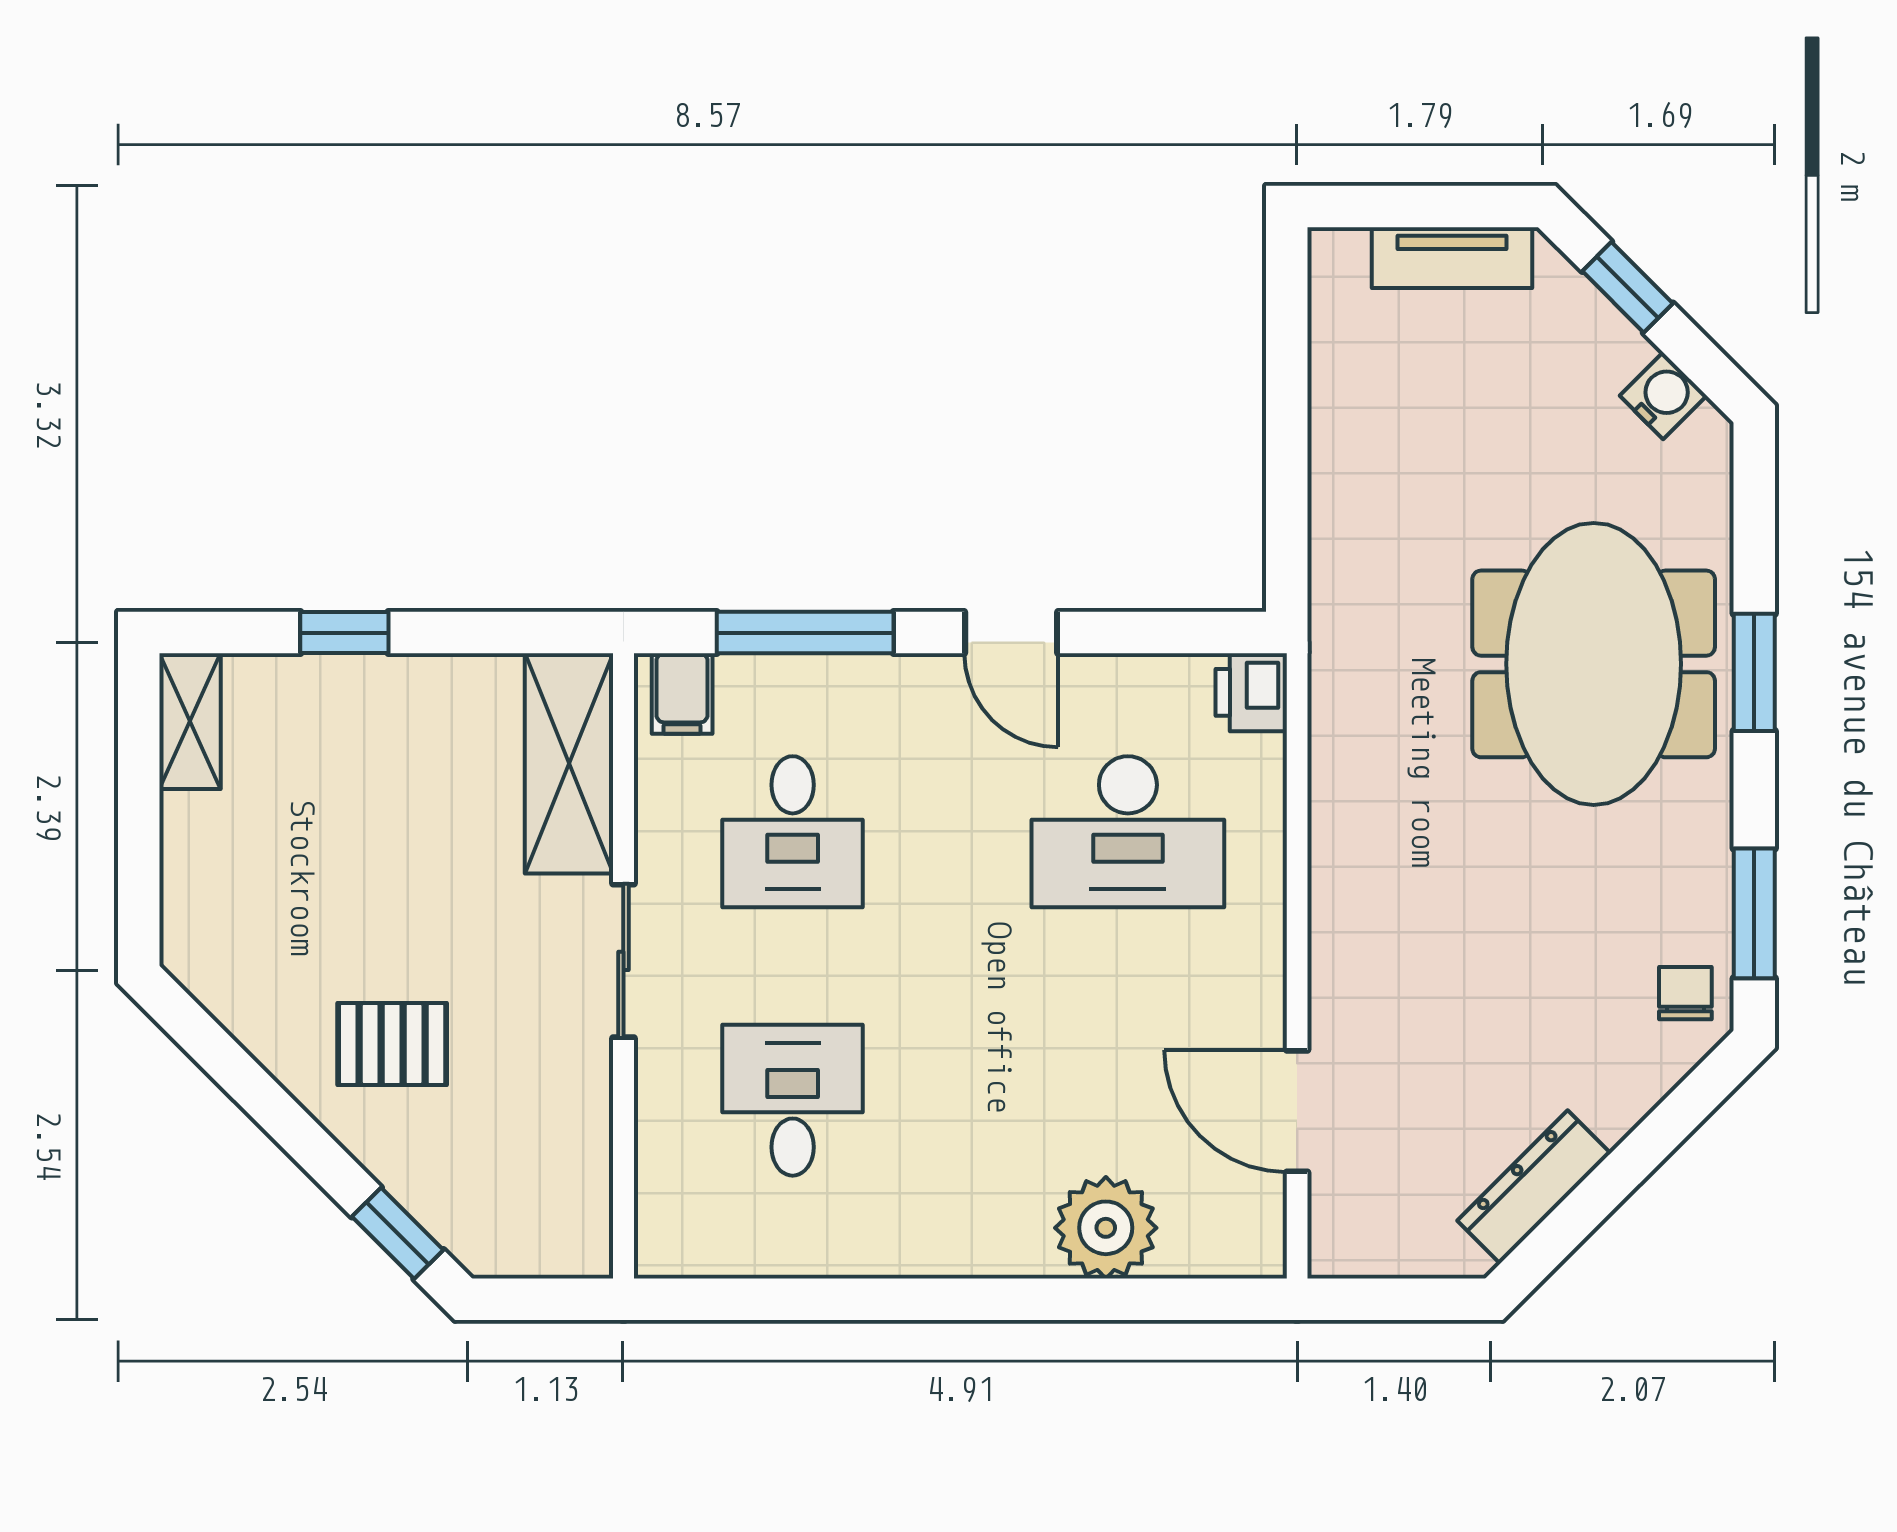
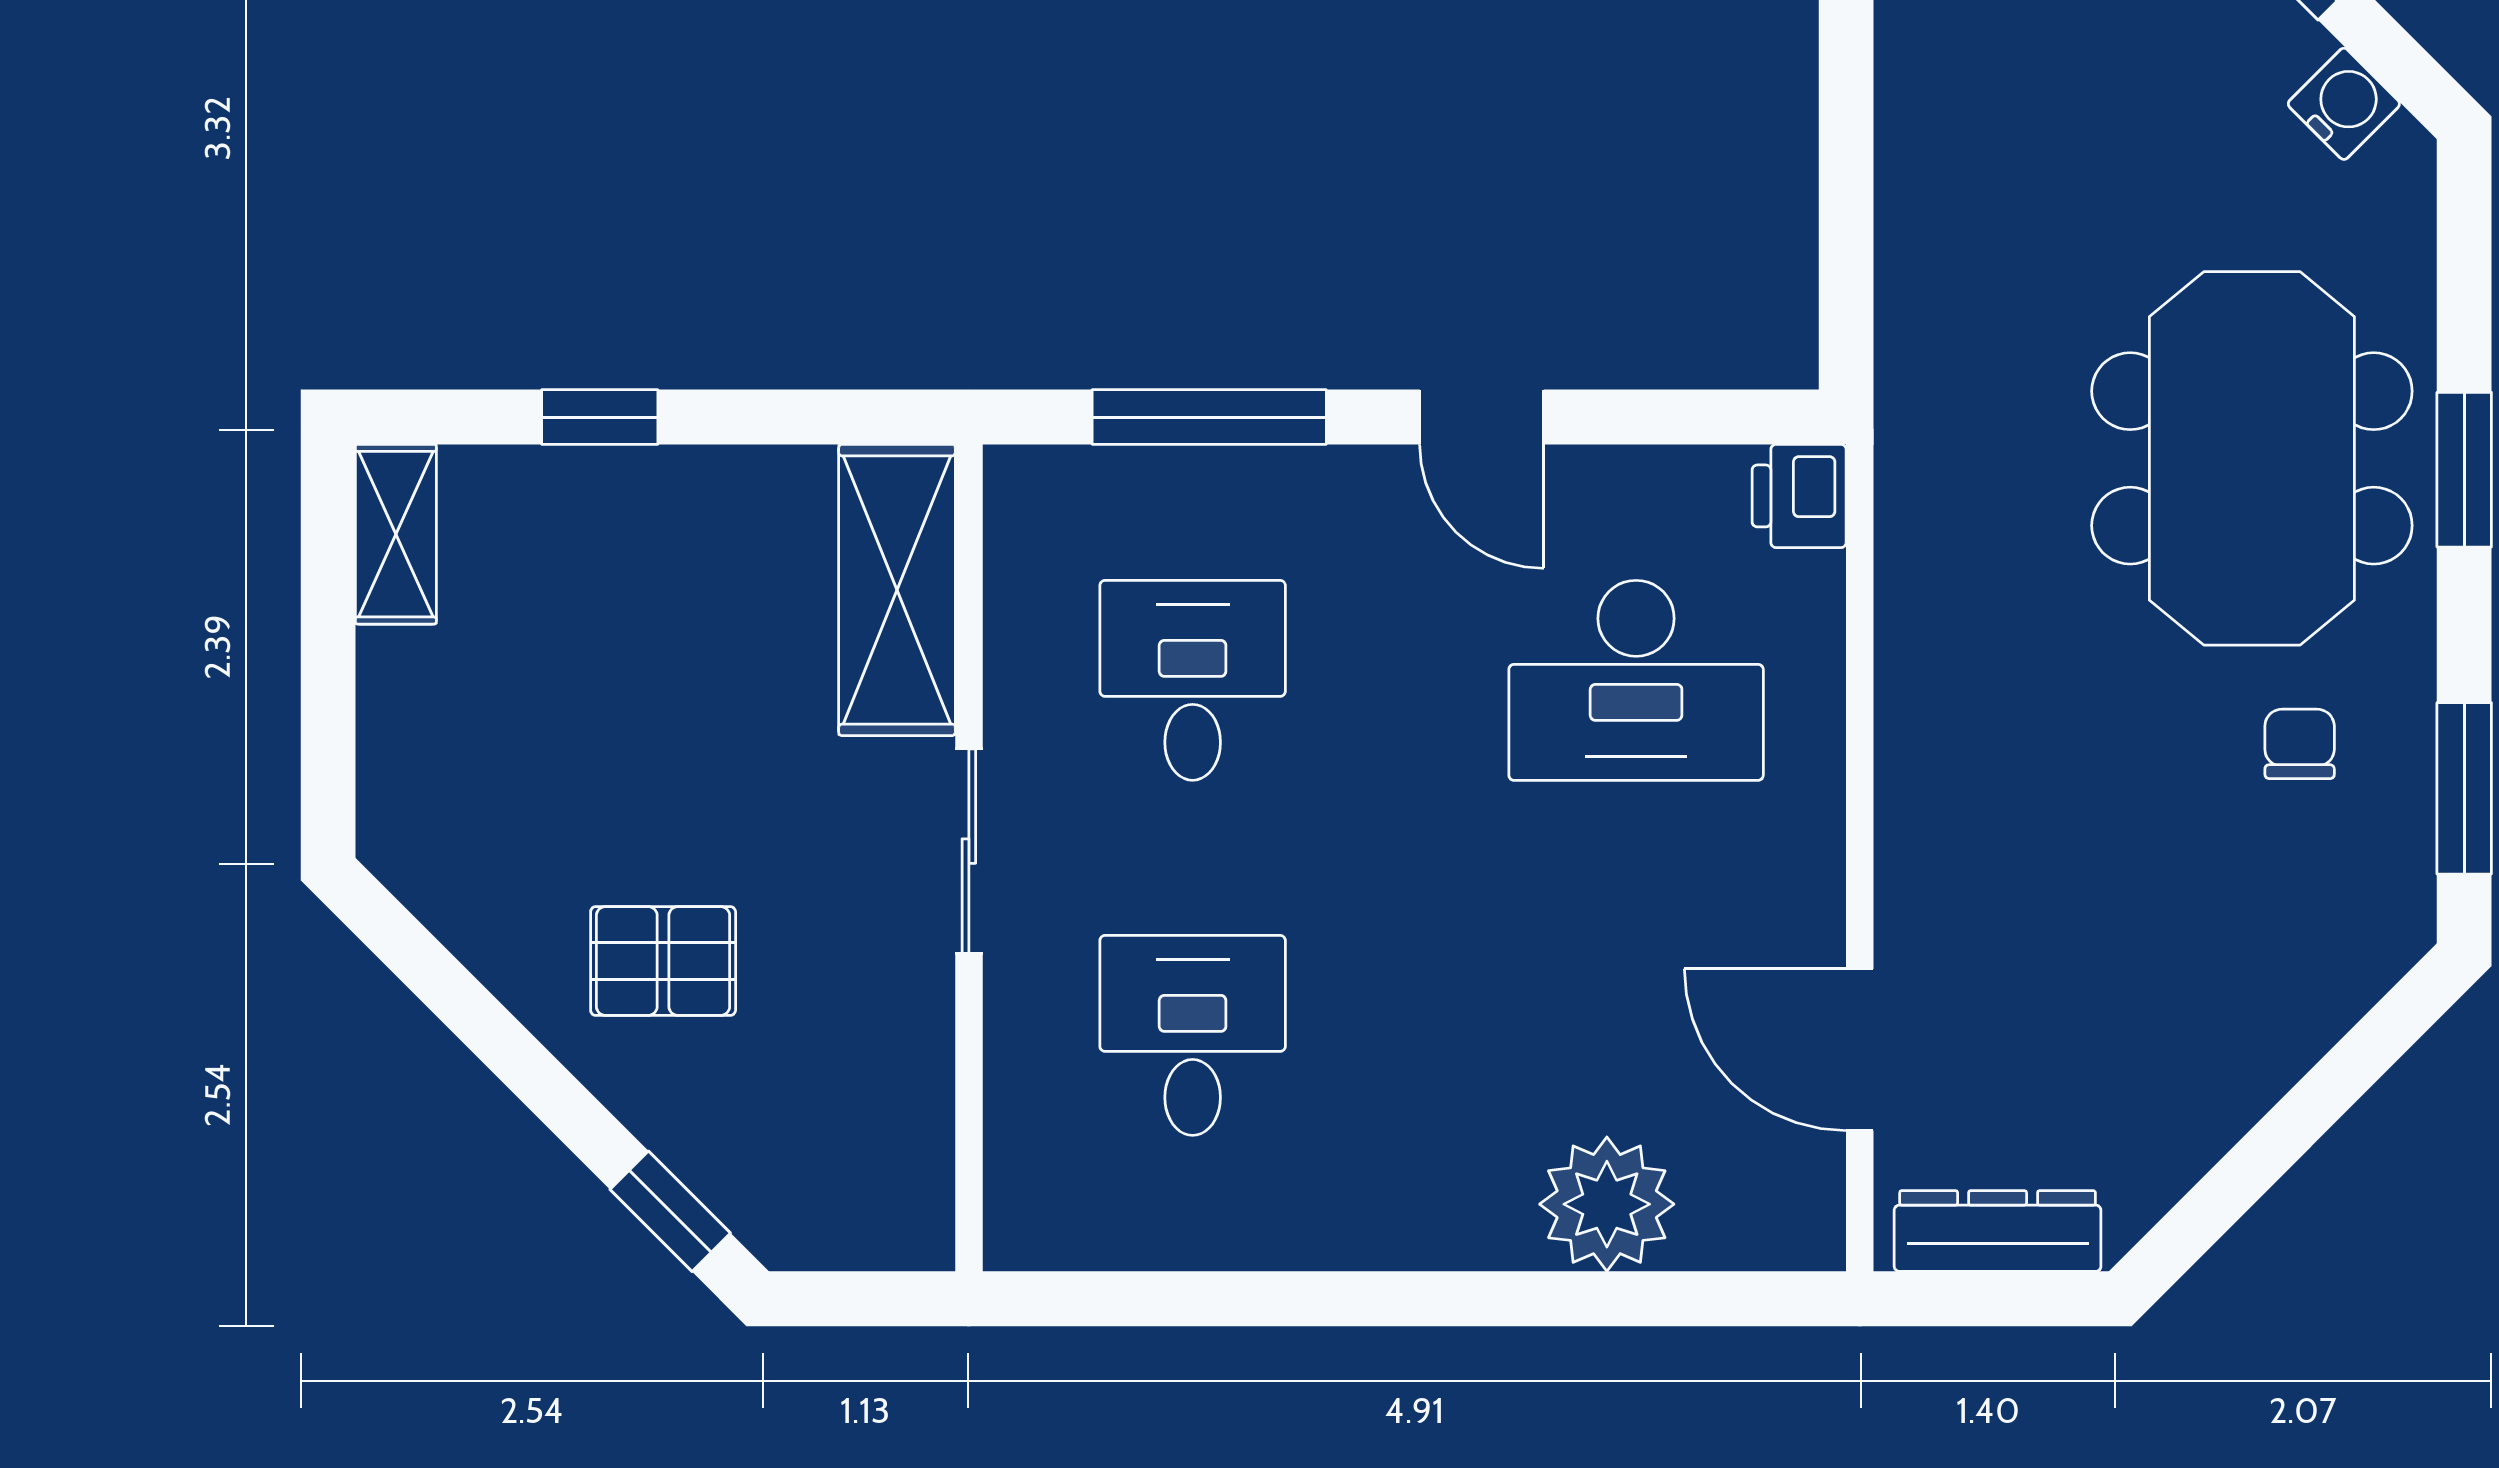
filing cabinet: (682, 694) -> (1046, 498), removed
desk: (793, 832) -> (1193, 680), turned 180
chair: (1685, 993) -> (2300, 744), moved
dresser: (1534, 1187) -> (1998, 1231), moved, turned 45

